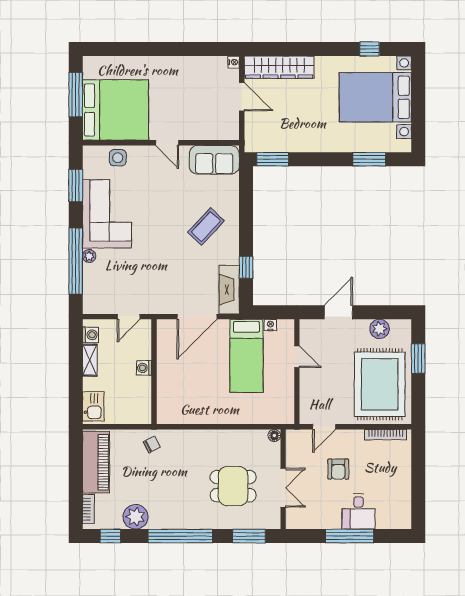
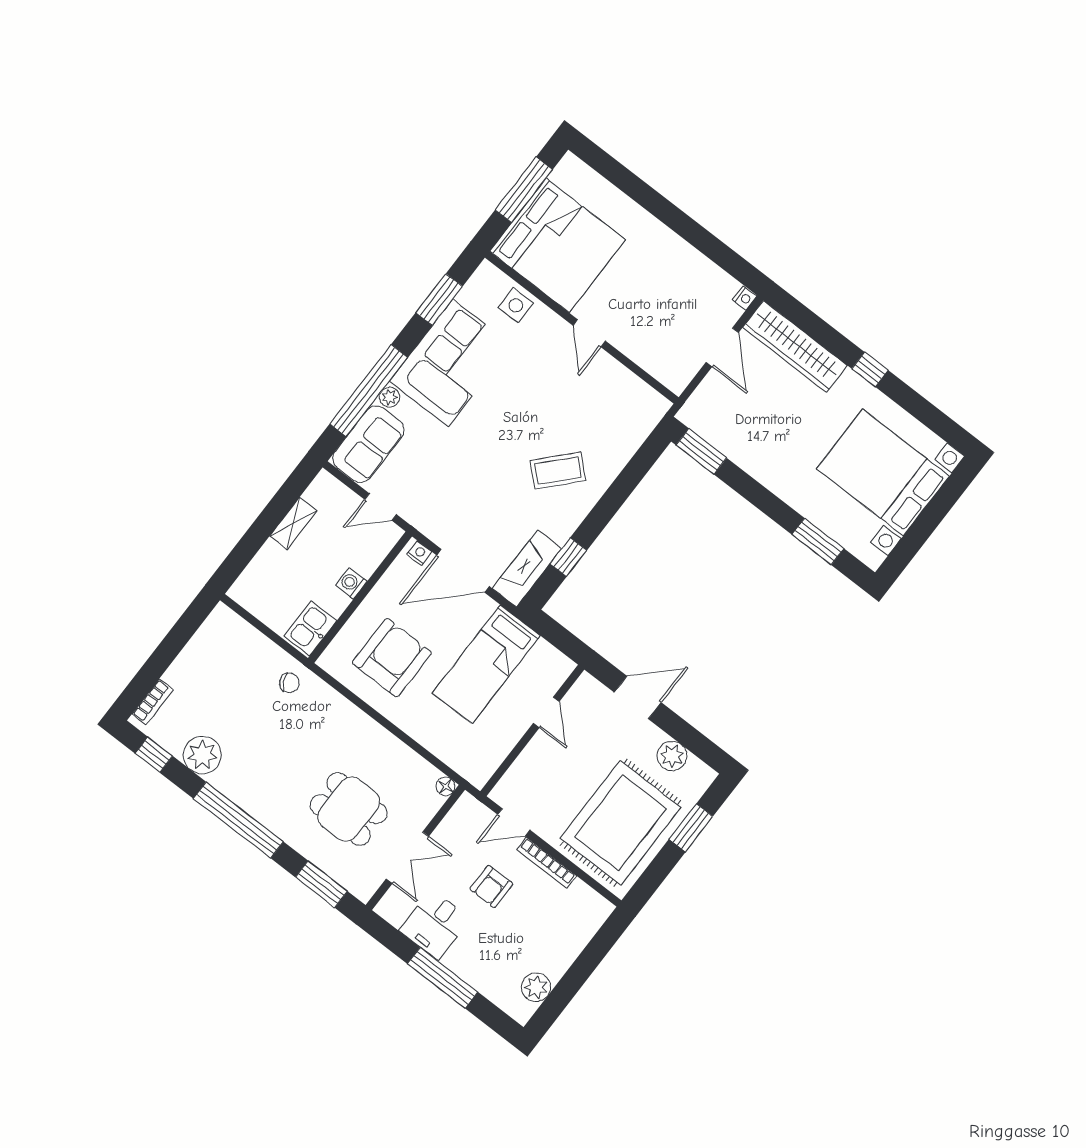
window: (370, 49) -> (870, 369), moved
sofa: (214, 160) -> (368, 444), moved, turned -90
nightstand: (270, 325) -> (419, 553), moved
washing machine: (90, 335) -> (318, 493), removed
armchair: (195, 390) -> (392, 658), added
kitchen sink: (93, 406) -> (310, 628), moved, turned 180
bookcase: (386, 435) -> (546, 863), moved
piano: (96, 462) -> (206, 652), removed
plant: (402, 503) -> (536, 987), added
desk: (358, 512) -> (435, 925), moved

